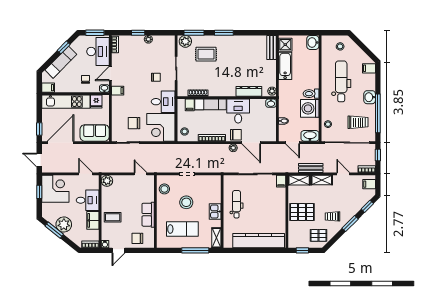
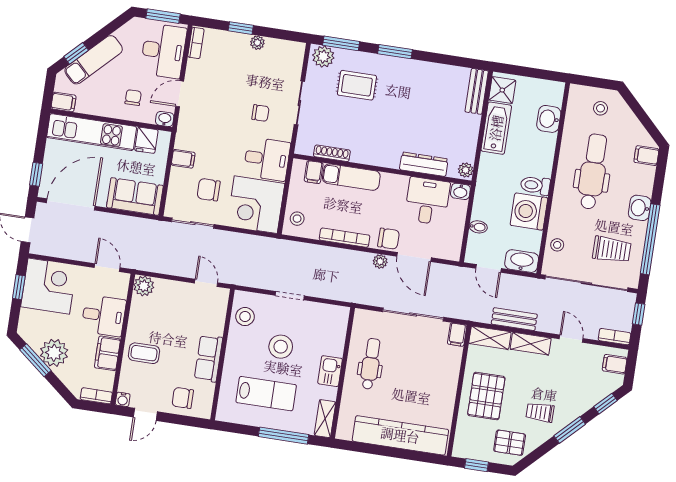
washbasin: (313, 42) -> (549, 119), moved
window: (64, 47) -> (76, 53), moved
filing cabinet: (118, 91) -> (183, 159), moved
desk: (238, 111) -> (427, 201), moved
pallet: (302, 212) -> (486, 396), turned 90

